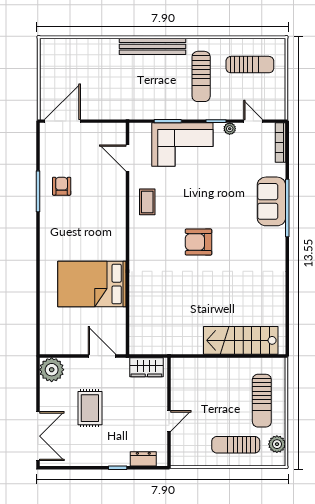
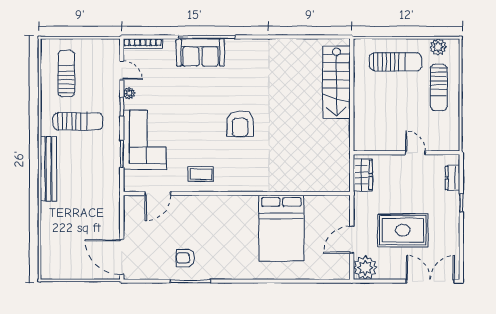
door: (253, 121) -> (122, 70), swing flipped
door: (102, 356) -> (352, 240), moved
rug: (90, 408) -> (403, 230), width x1.36, depth x1.43

